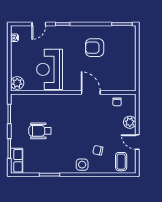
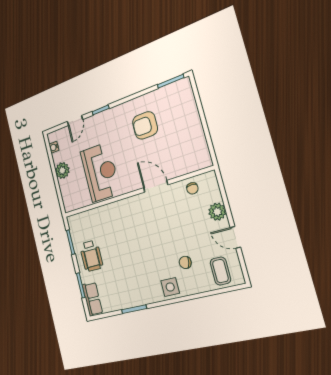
reception desk: (50, 69) -> (100, 172), turned 180
plant: (17, 83) -> (62, 170), moved
wheelchair: (40, 131) -> (91, 256), moved, turned -90

